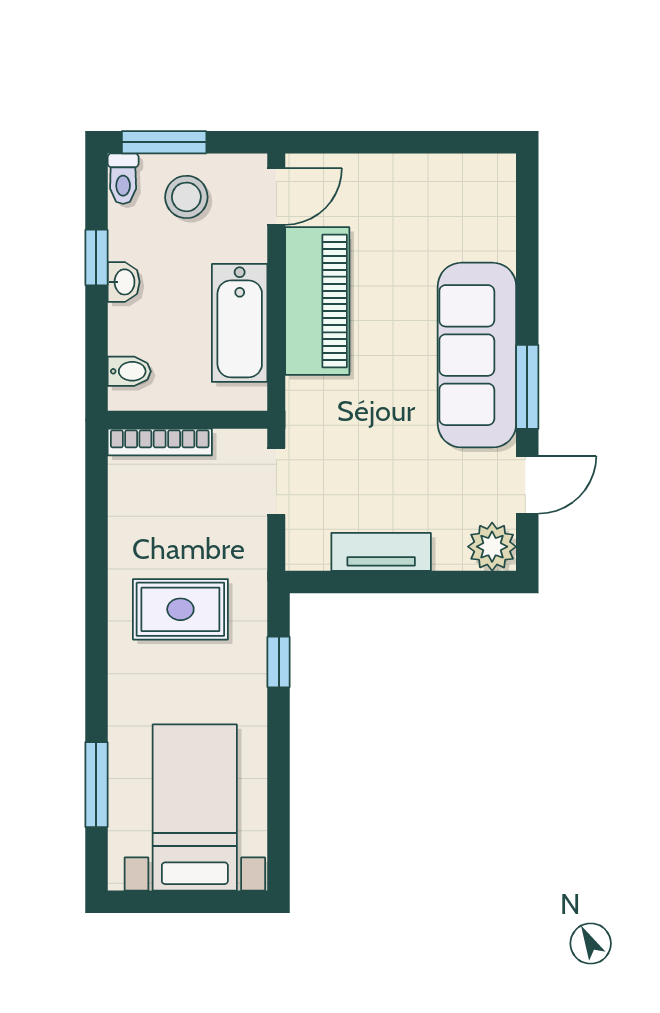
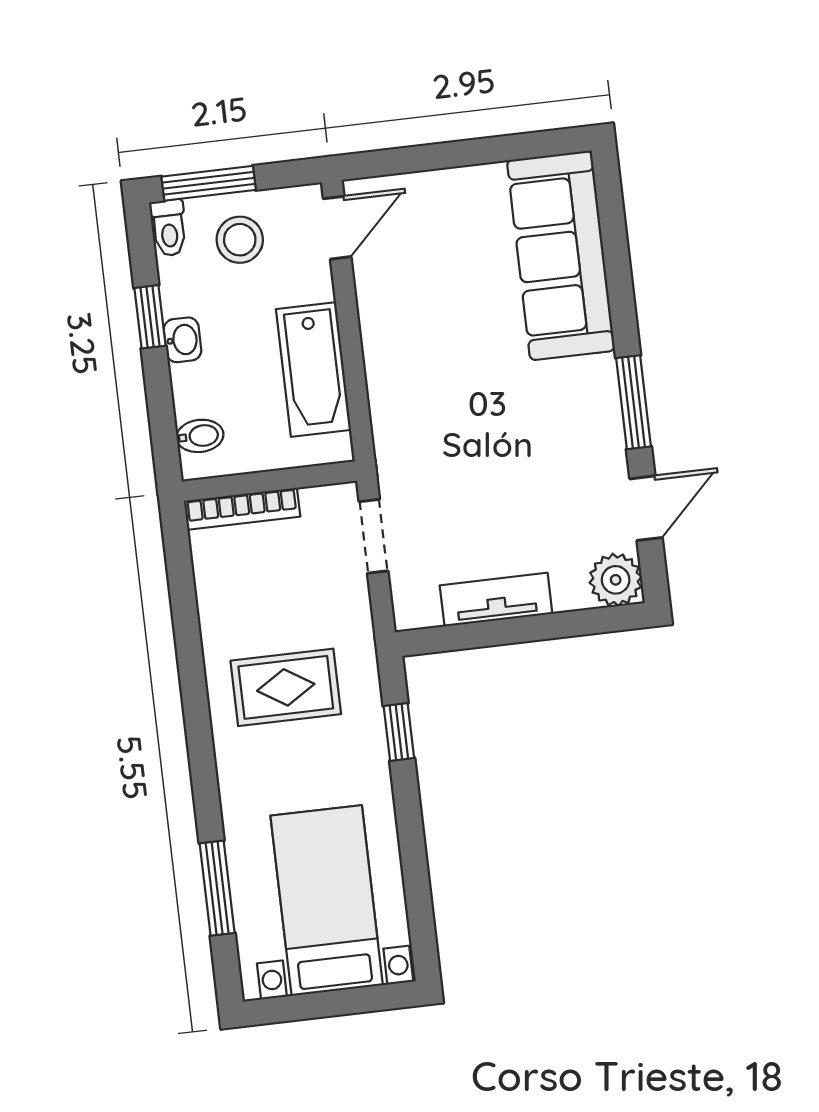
piano: (317, 301) -> (395, 336), removed
sofa: (477, 355) -> (561, 255), moved

